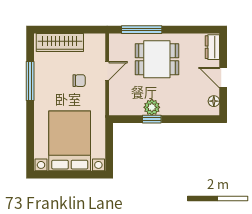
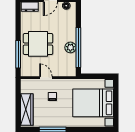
dining table: (157, 59) -> (38, 44), turned 90
window: (152, 119) -> (78, 47), width x3.17

